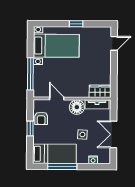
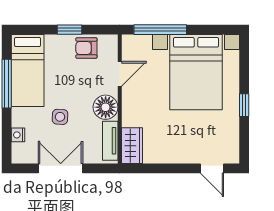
bed with nightstands: (56, 46) -> (196, 72), width x1.36

